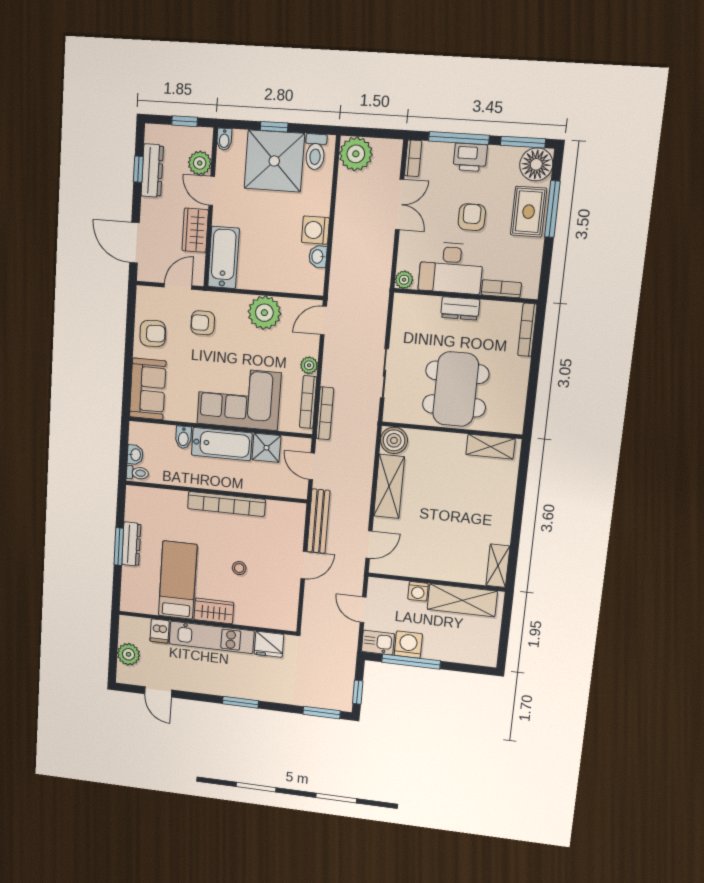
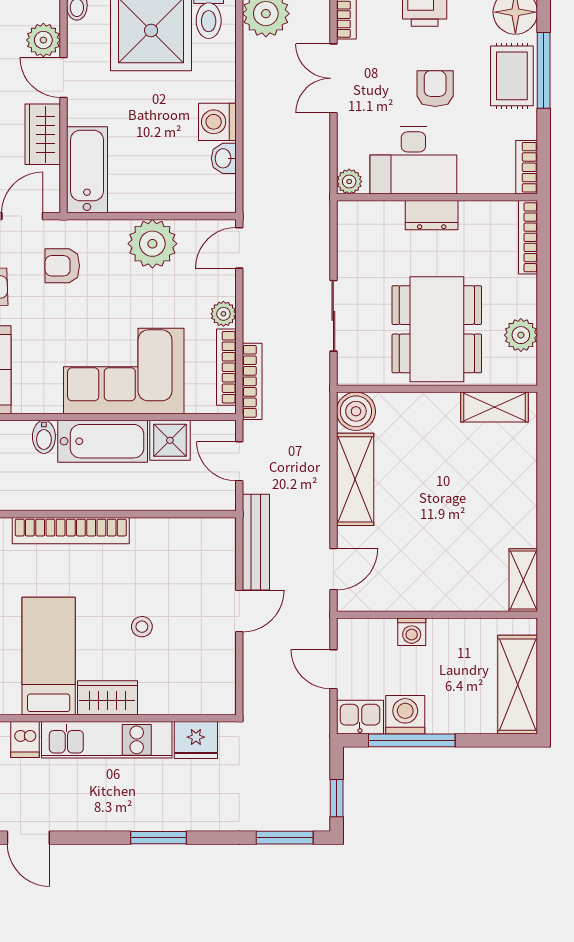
double door: (400, 204) -> (333, 78), swing flipped
bookcase: (501, 289) -> (527, 167), moved, turned -90
plant: (515, 398) -> (521, 335), added
bookcase: (226, 504) -> (71, 531), moved
shelving: (462, 600) -> (518, 685), moved, turned 90

